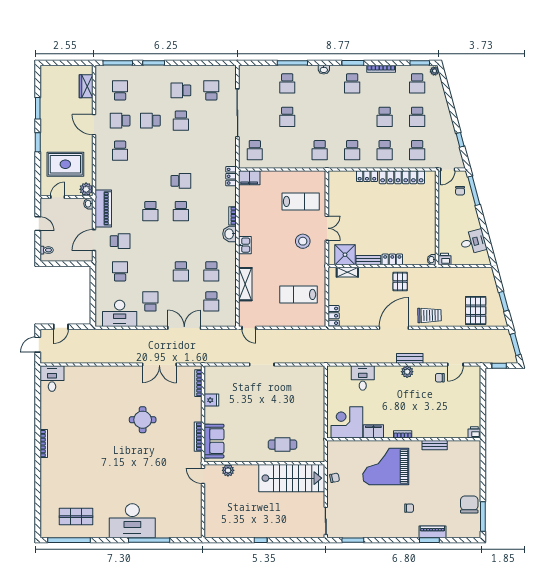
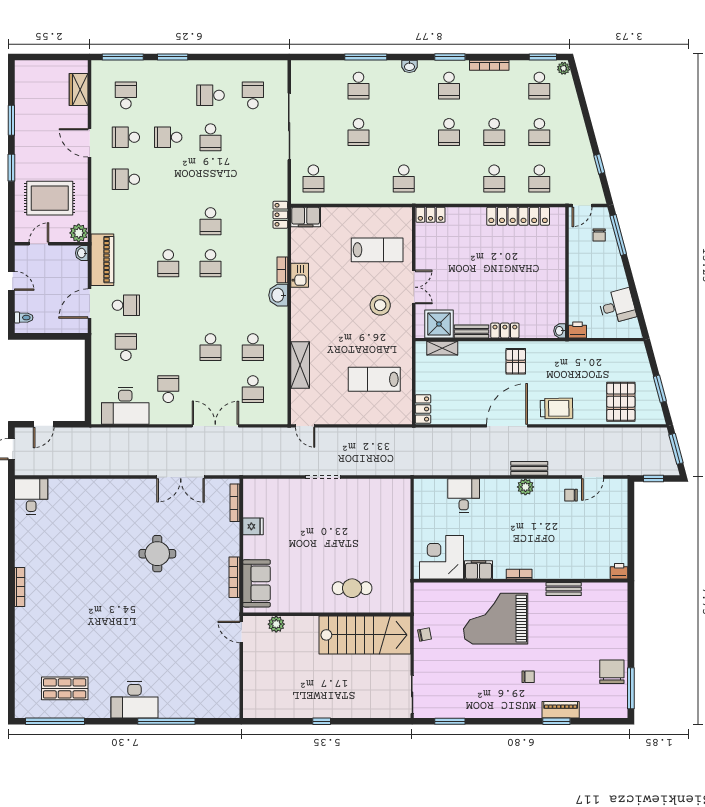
school desk: (352, 150) -> (449, 132), moved
school desk: (120, 151) -> (126, 179), turned 90
locker: (367, 176) -> (431, 215), moved
school desk: (181, 181) -> (211, 221), turned 90
kitchen sink: (245, 245) -> (300, 275), moved
desk: (132, 521) -> (134, 700), width x0.73, depth x0.77

